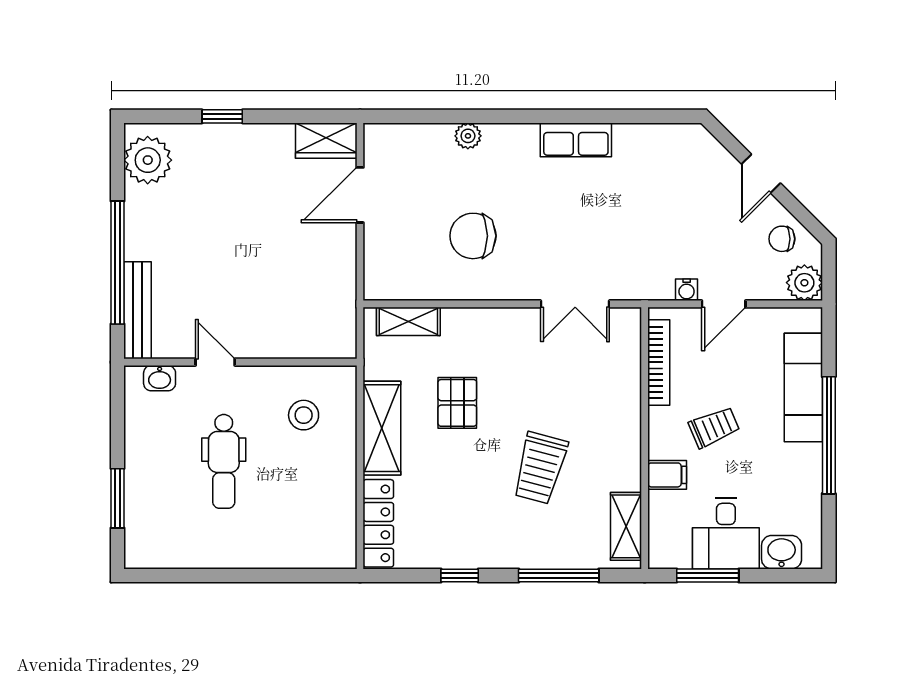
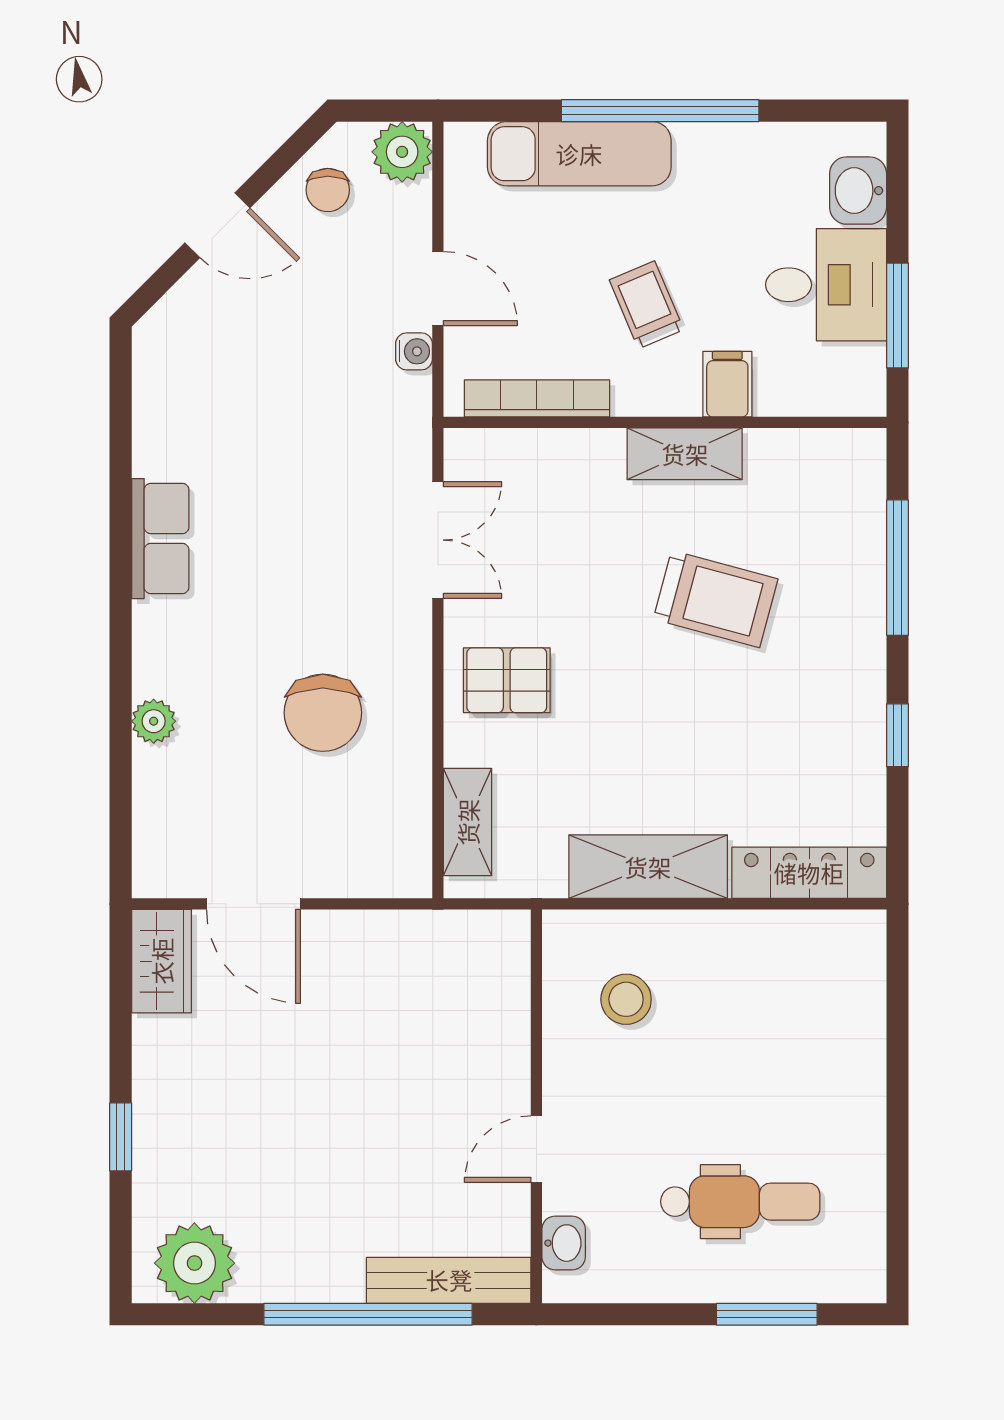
pallet: (457, 403) -> (507, 680), moved
dental chair: (224, 461) -> (740, 1202), moved
shelving: (626, 526) -> (685, 454), moved

